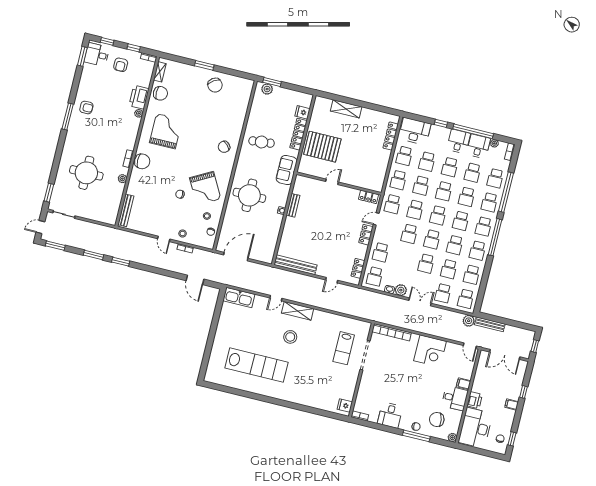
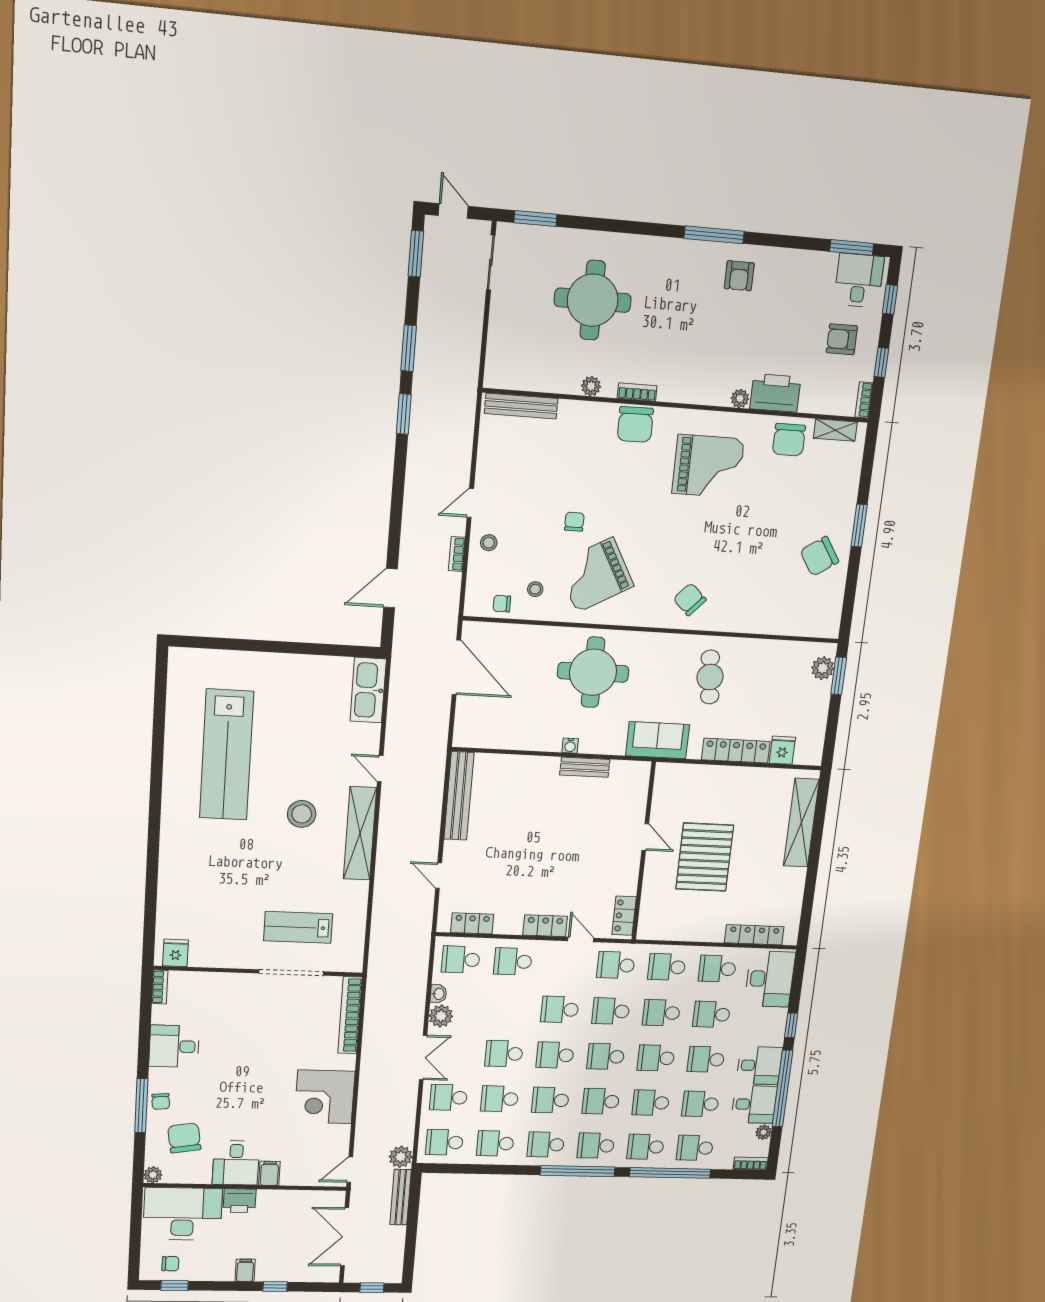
shelving: (346, 109) -> (801, 823), width x1.47
pallet: (322, 147) -> (705, 857), moved
shelving: (298, 311) -> (360, 833), width x1.47

